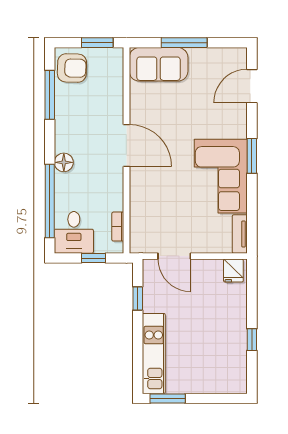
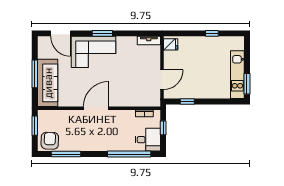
sofa: (159, 64) -> (48, 83), width x1.36
floor lamp: (64, 162) -> (106, 146), removed
corner sofa: (221, 176) -> (93, 52), moved
kitchen unit: (154, 354) -> (237, 75), moved, turned -90

